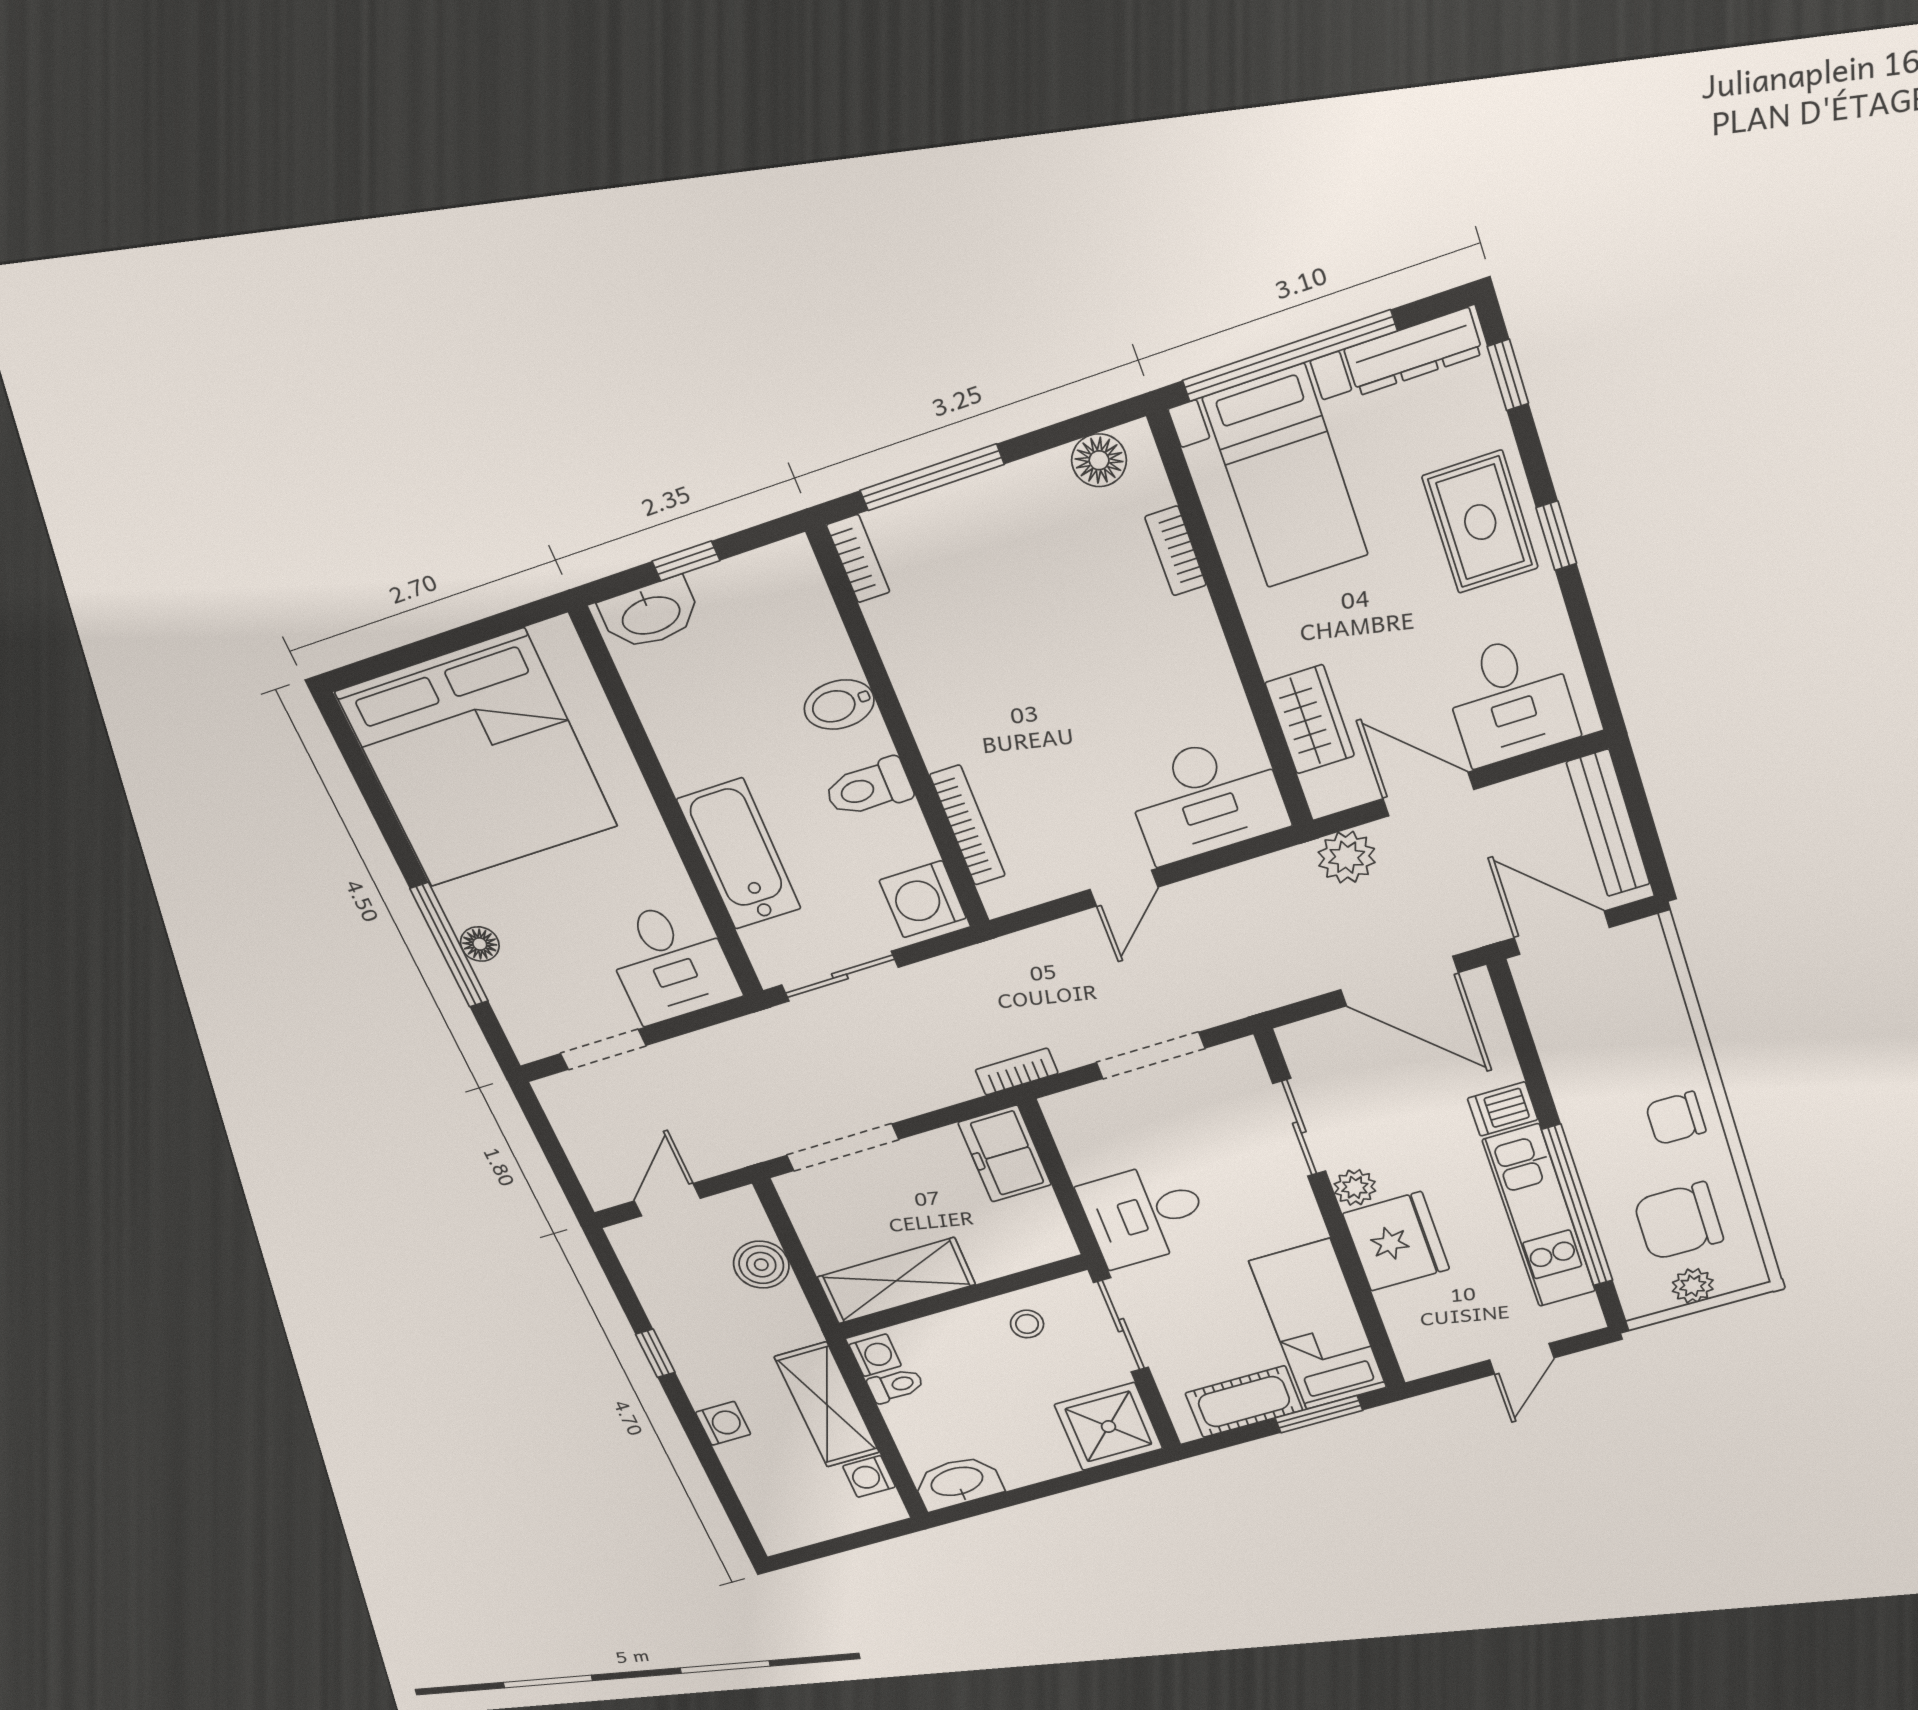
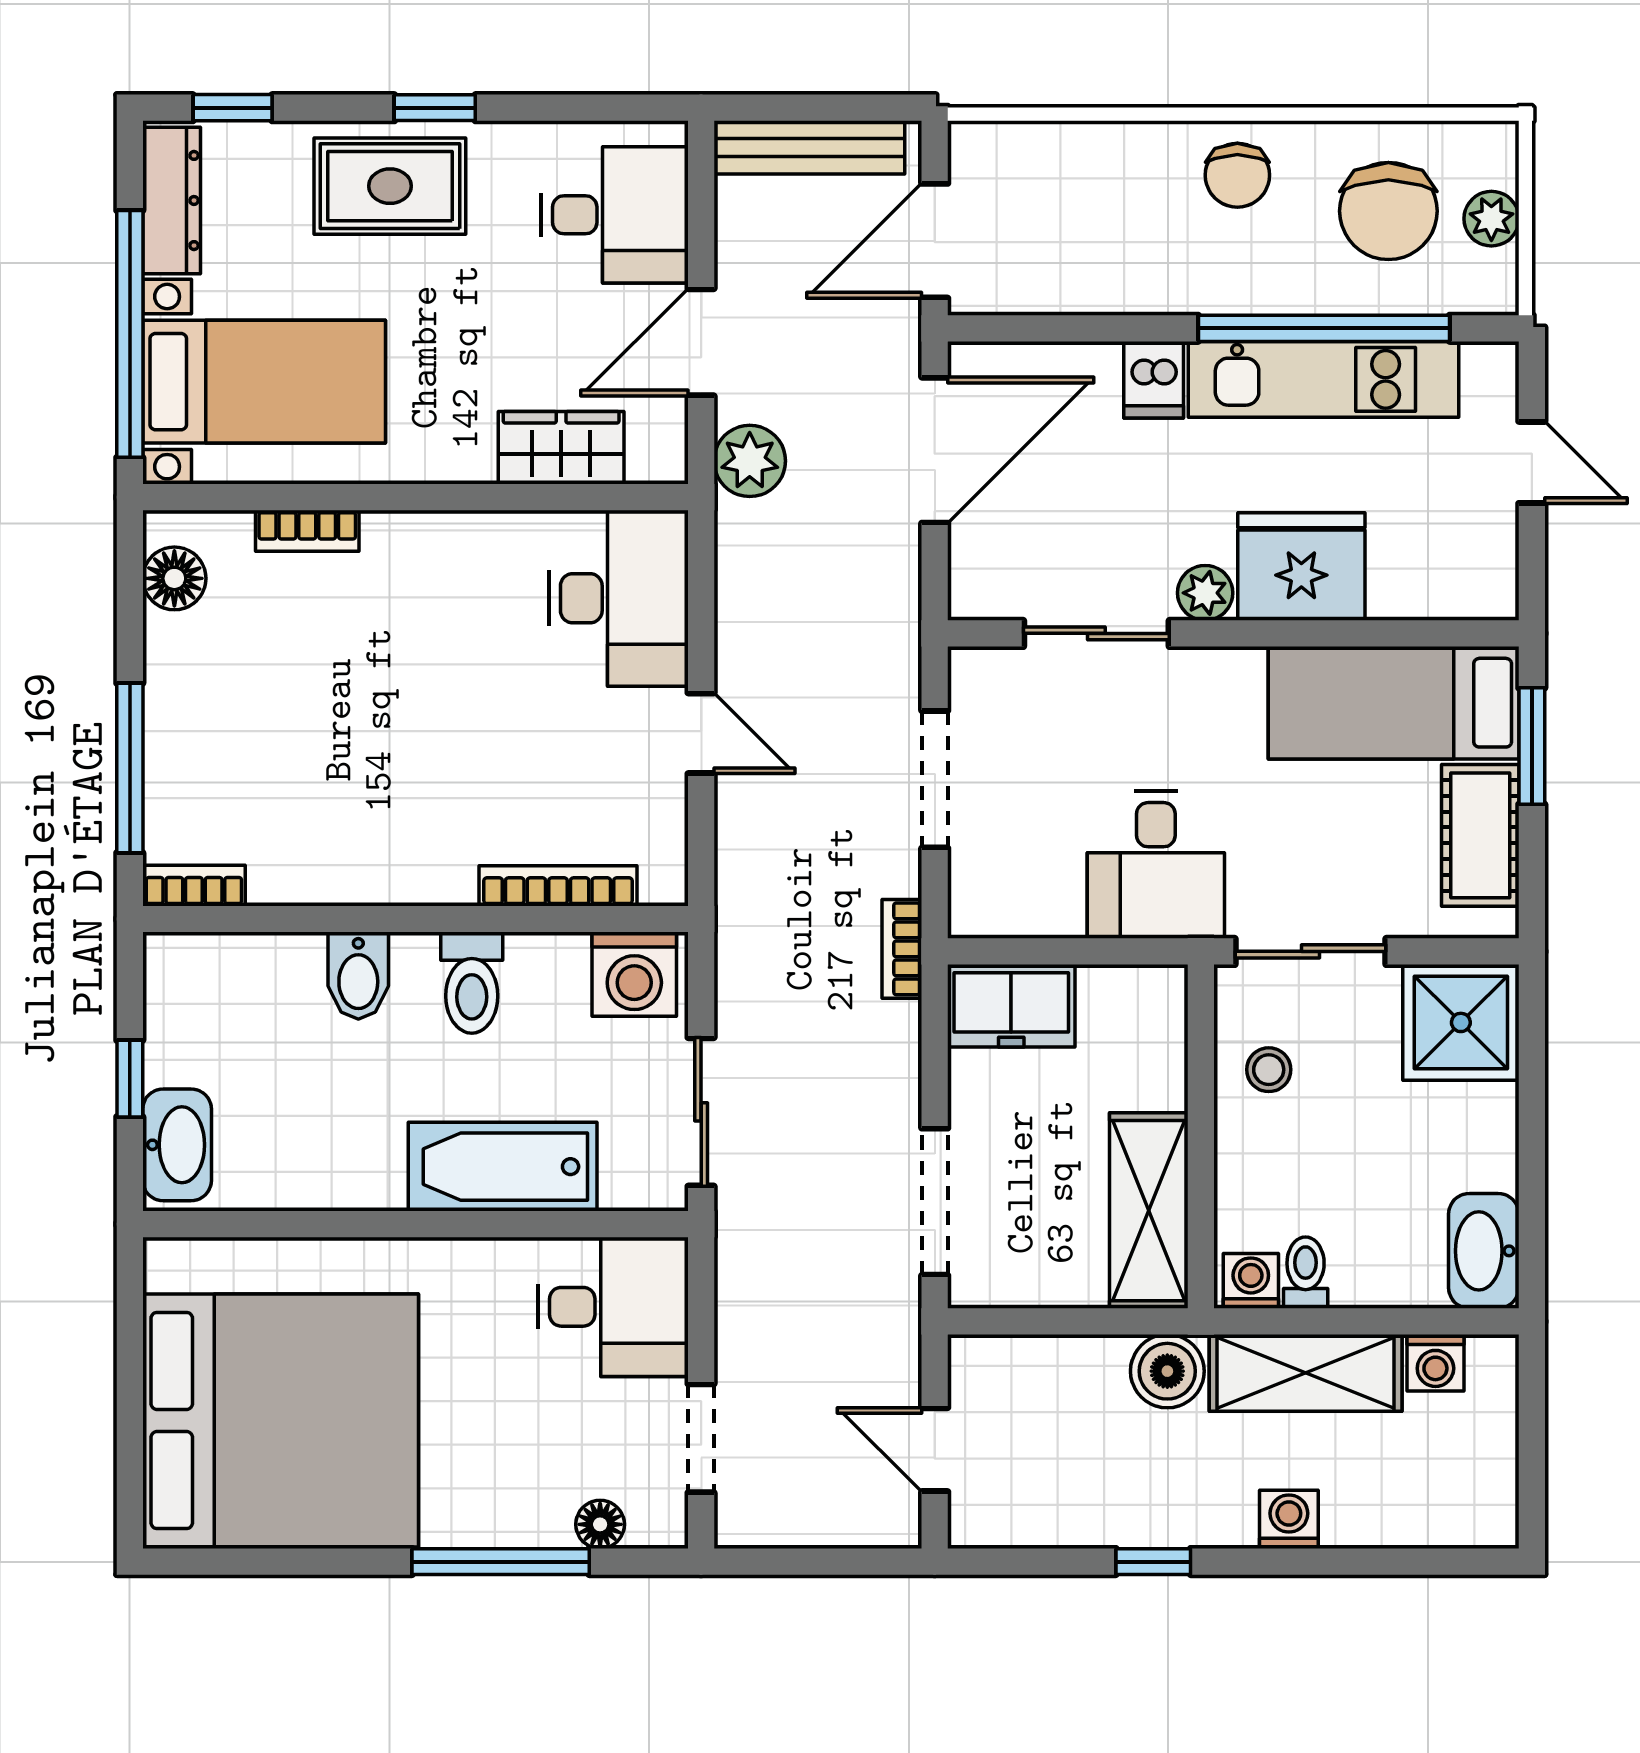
floor lamp: (480, 944) -> (600, 1524), moved
boiler: (761, 1265) -> (1167, 1371), moved

